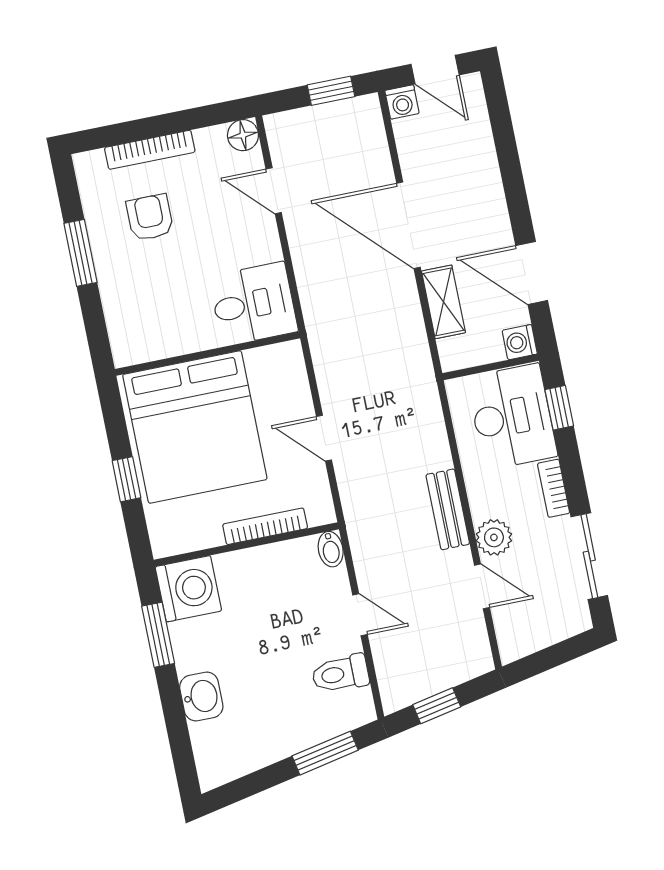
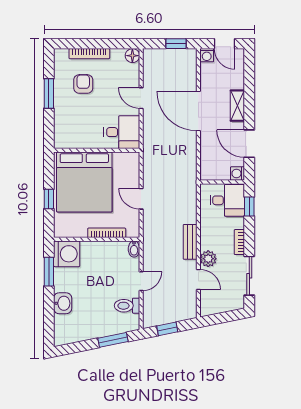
door: (274, 191) -> (141, 98), moved
shelving: (443, 302) -> (237, 106), moved
desk: (512, 417) -> (227, 200), width x0.73
door: (360, 615) -> (141, 281), hinge flipped

